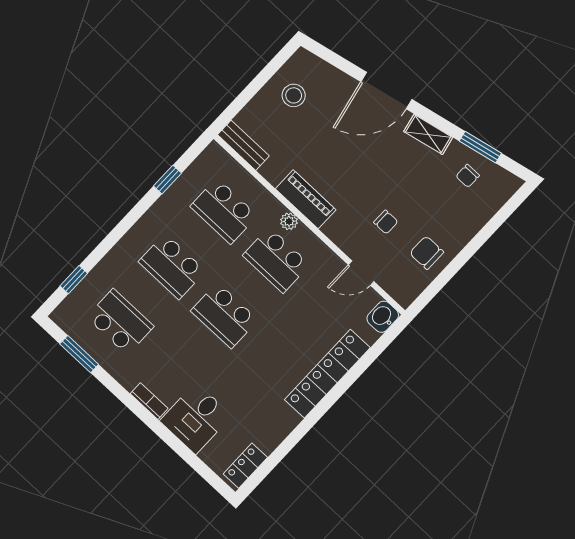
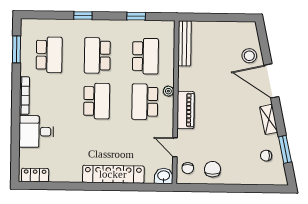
stool: (294, 95) -> (249, 56), moved
bench: (243, 145) -> (185, 43), width x1.36
piano: (306, 199) -> (186, 110), moved
school desk: (224, 211) -> (145, 56), turned 180
chair: (386, 222) -> (188, 168), moved
window: (74, 280) -> (83, 16), moved
school desk: (224, 315) -> (97, 101), turned 180
bookcase: (149, 401) -> (24, 95), width x1.56

